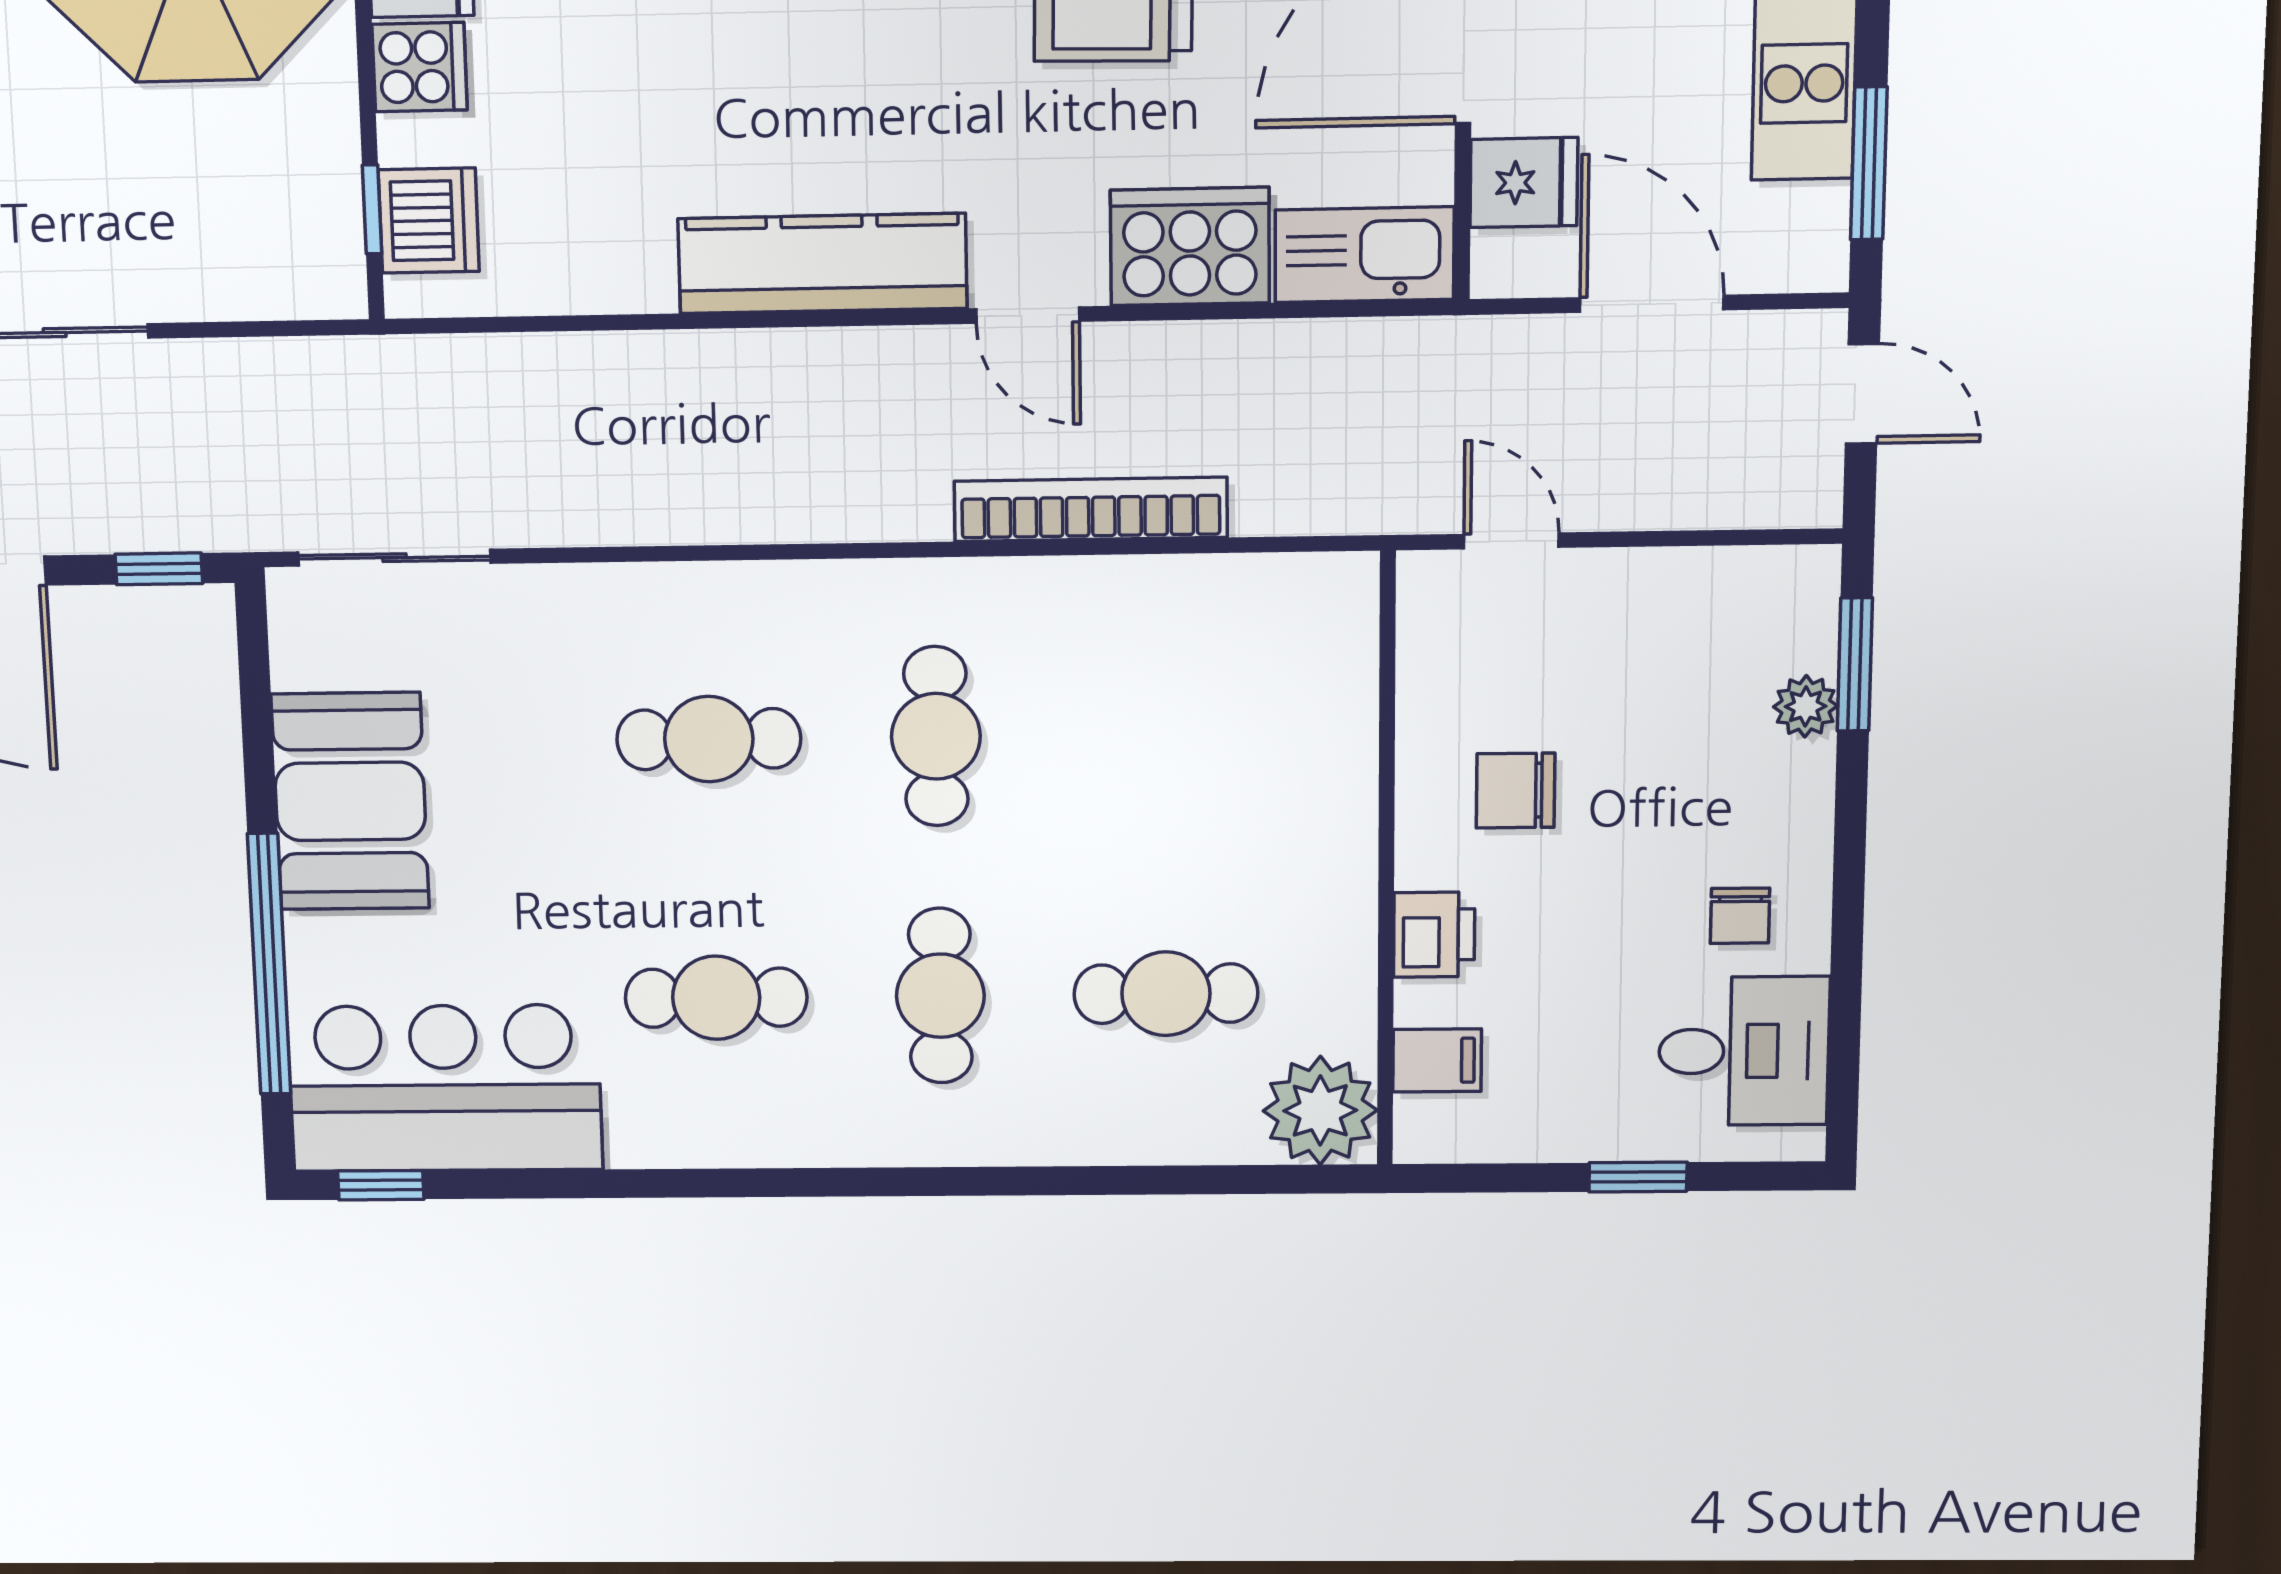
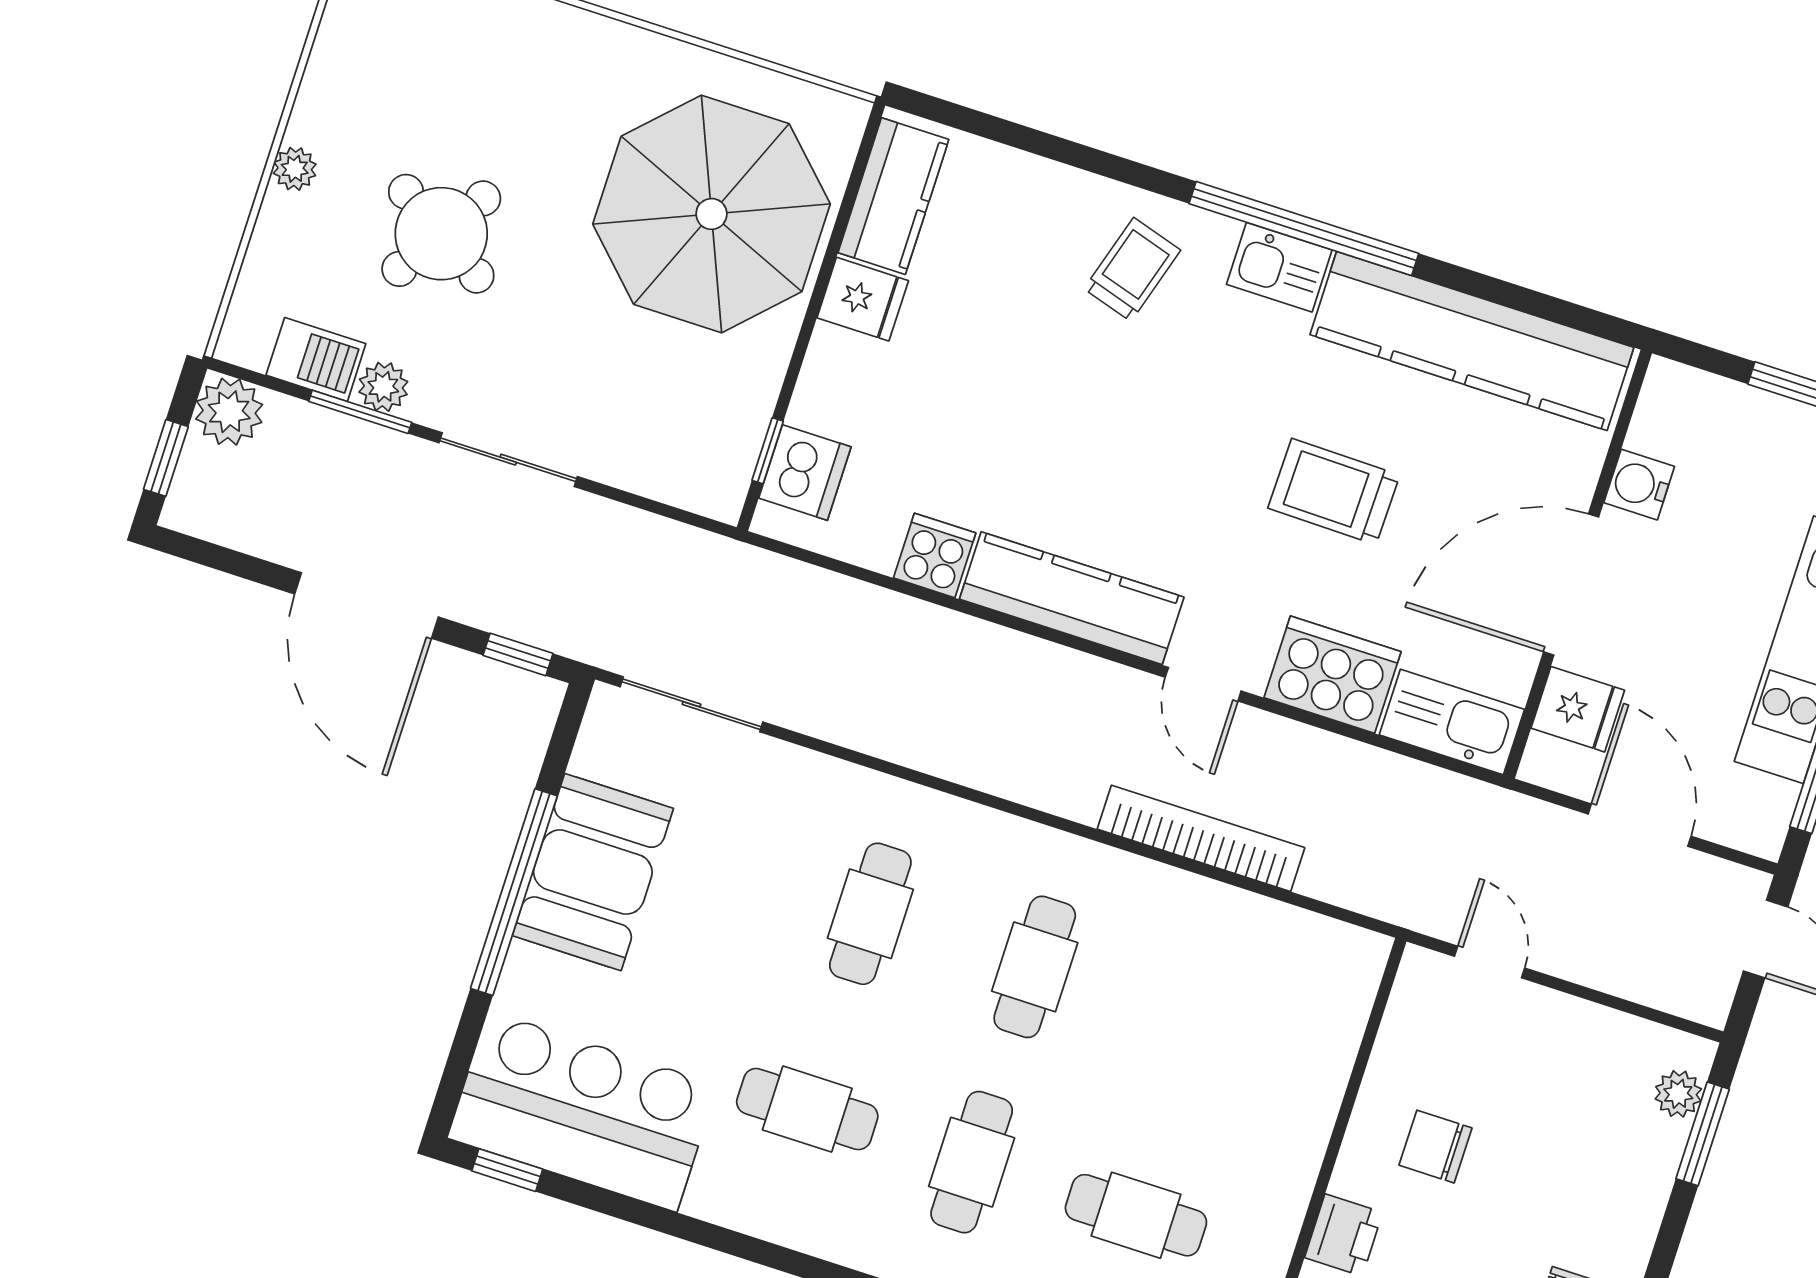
cooker: (420, 67) -> (935, 555), moved, turned -90
plant: (1806, 706) -> (1678, 1094), moved
cafe table: (709, 739) -> (870, 914), turned 90
window: (269, 964) -> (514, 892), moved

